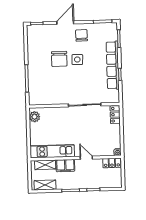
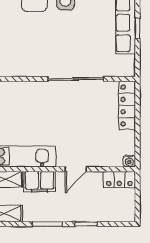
locker: (115, 115) -> (127, 106), width x1.53
door: (86, 158) -> (76, 169), swing flipped

